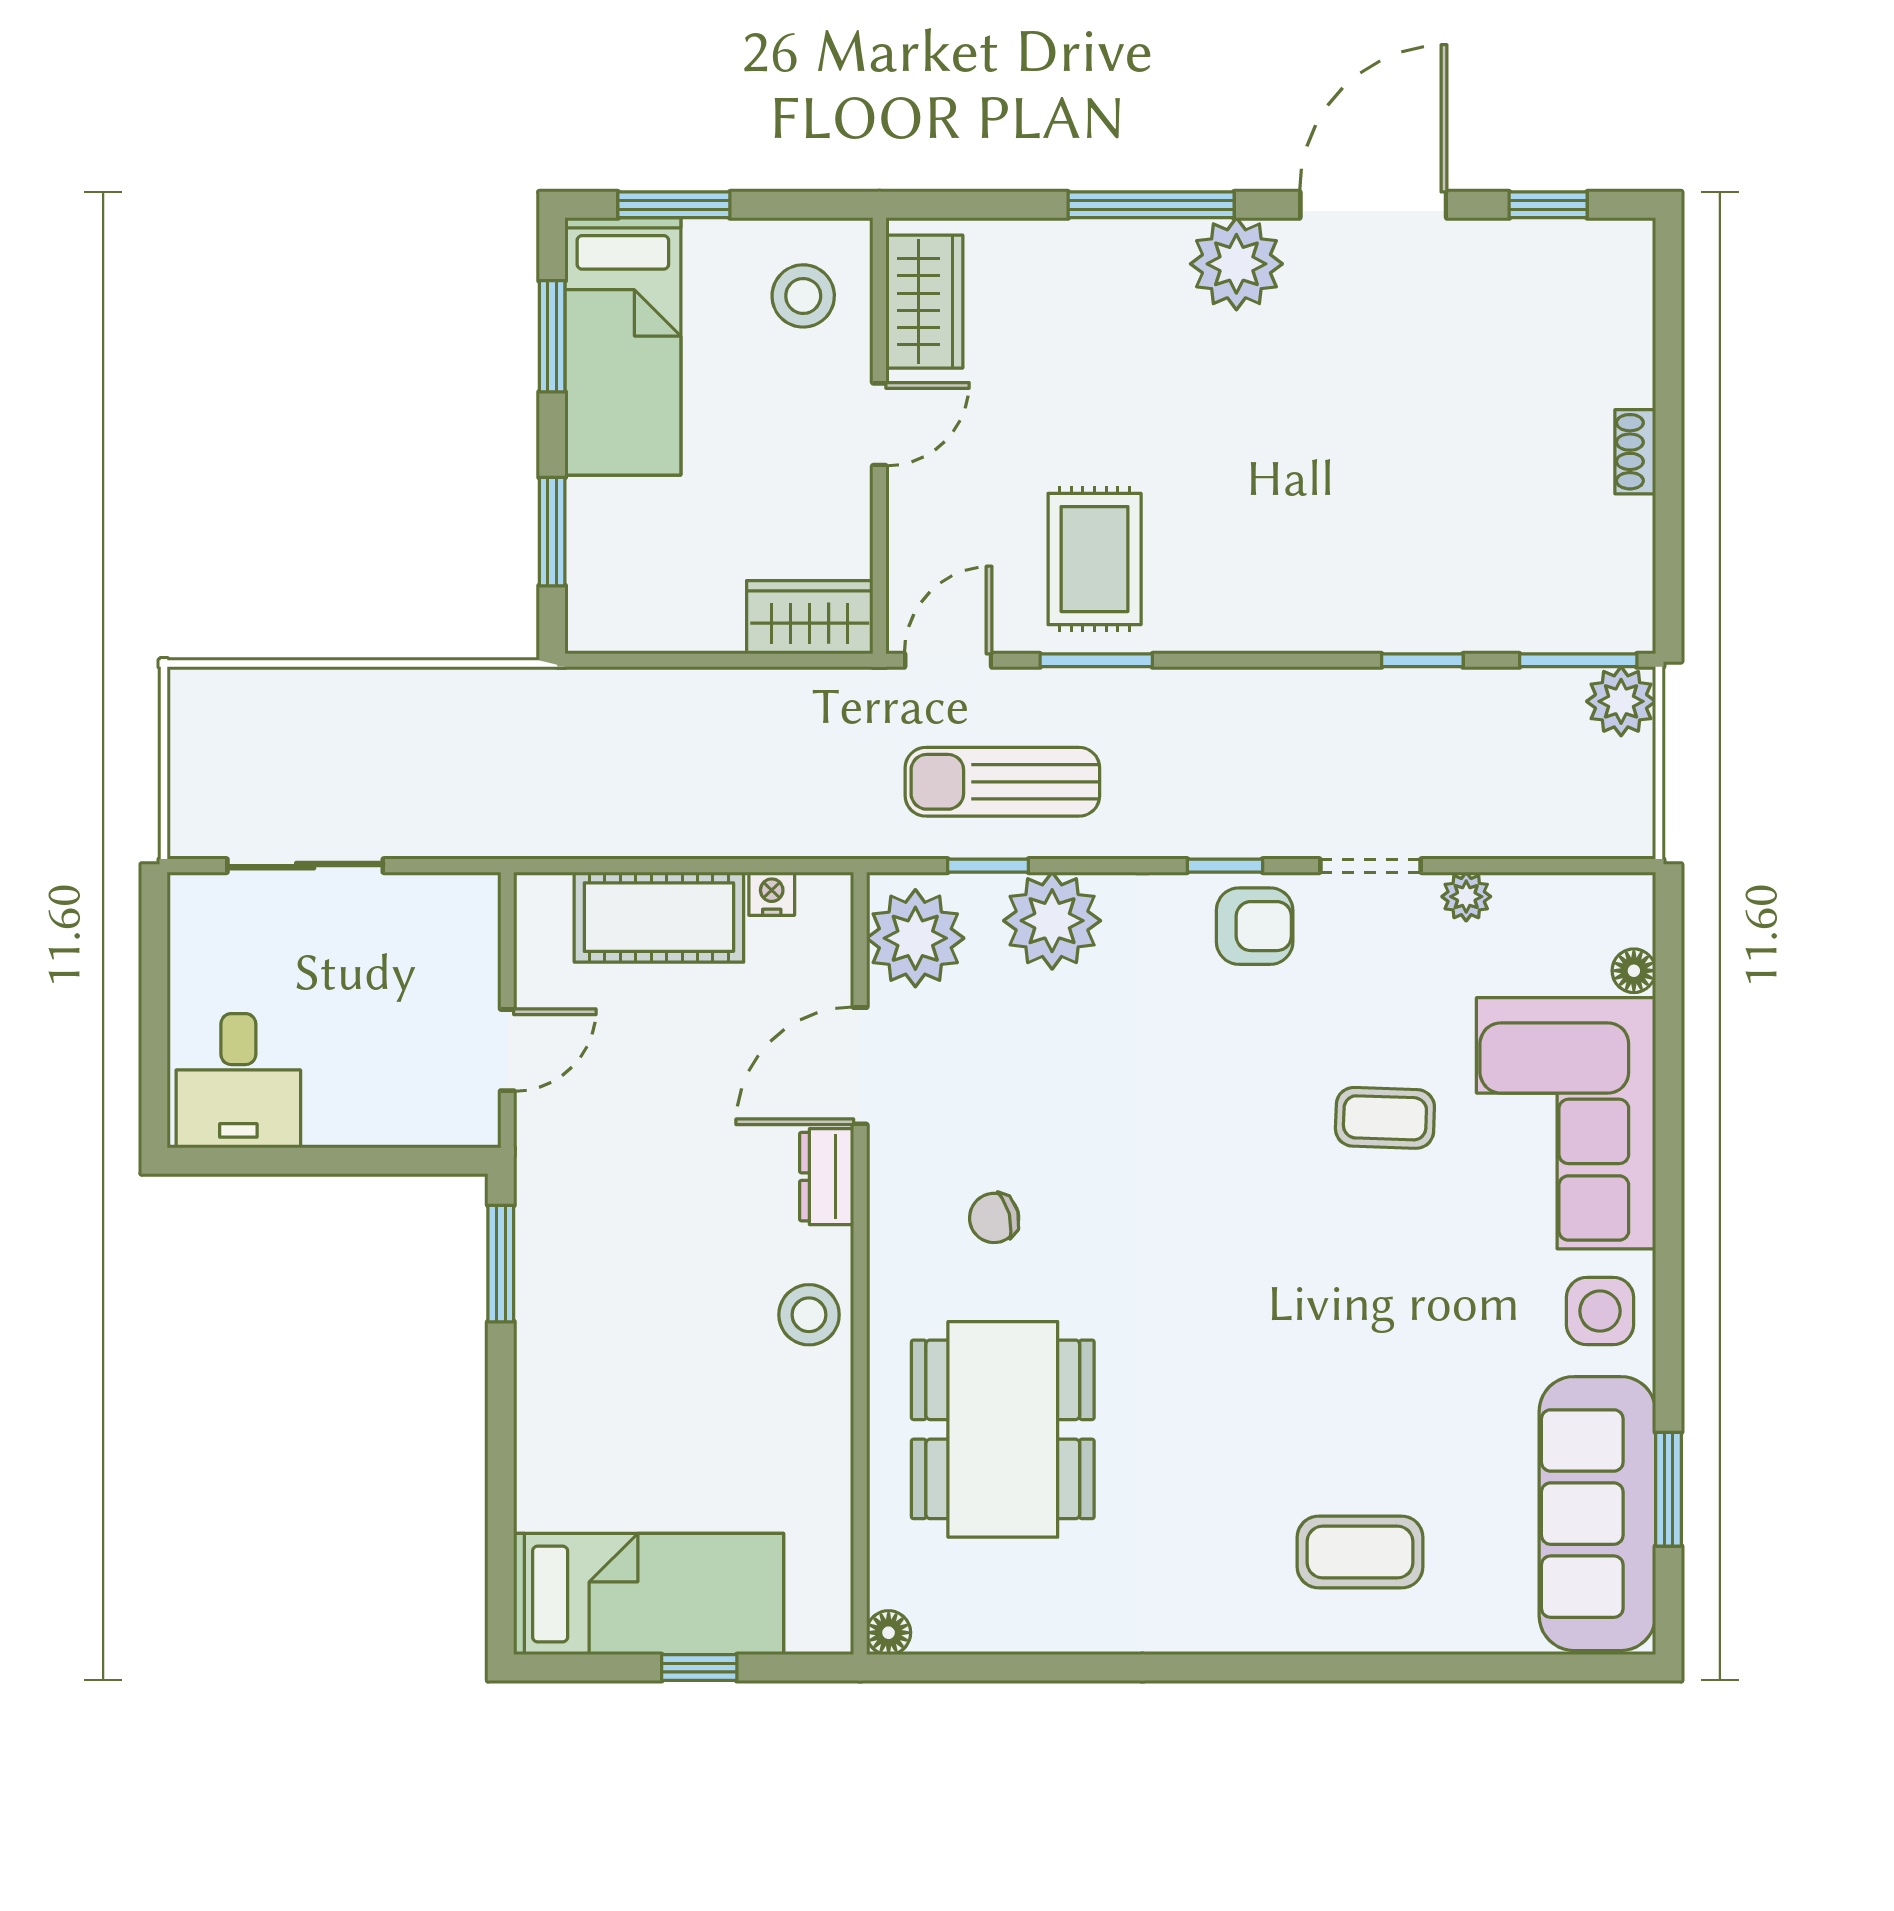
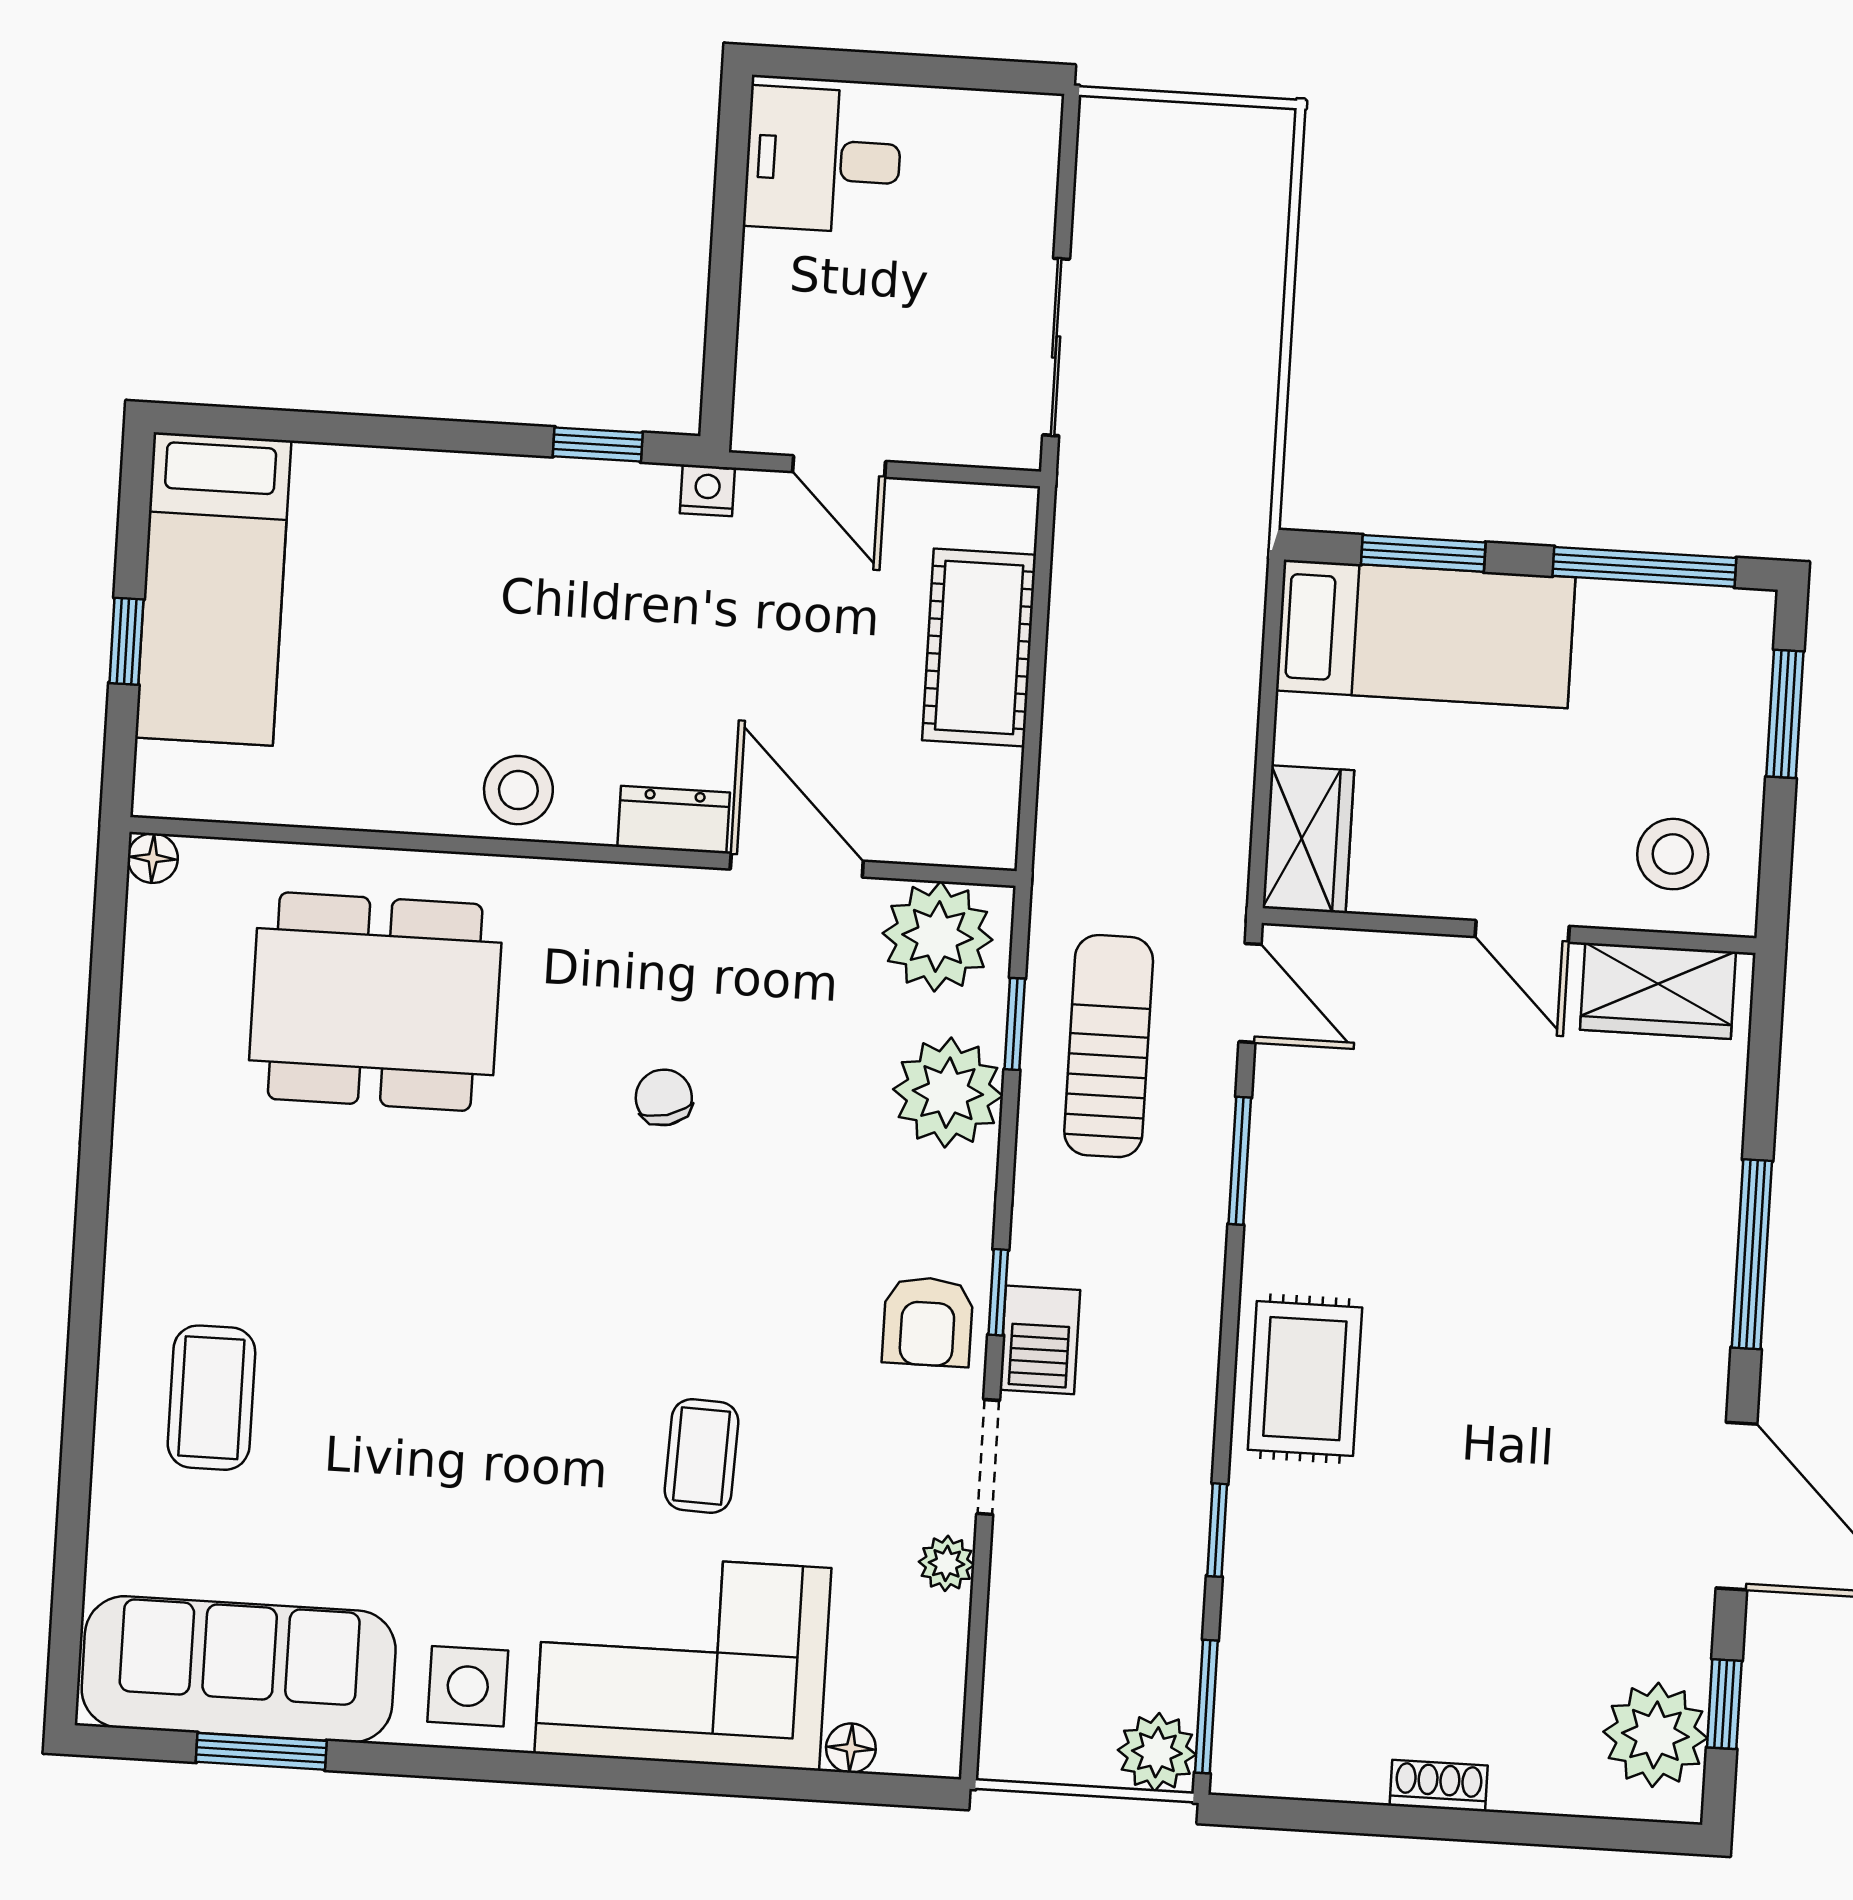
plant: (1236, 264) -> (1655, 1735), moved
window: (552, 336) -> (1644, 567), width x1.44
bed: (623, 346) -> (1426, 634), moved, turned 180
rug: (1095, 559) -> (1305, 1379), moved, turned 90
barbecue: (1265, 826) -> (1040, 1340), added
sliding door: (305, 866) -> (1056, 347), moved
nightstand: (772, 894) -> (707, 490), moved, turned -90
chair: (994, 1218) -> (664, 1097), moved
window: (501, 1264) -> (598, 445), width x0.67

